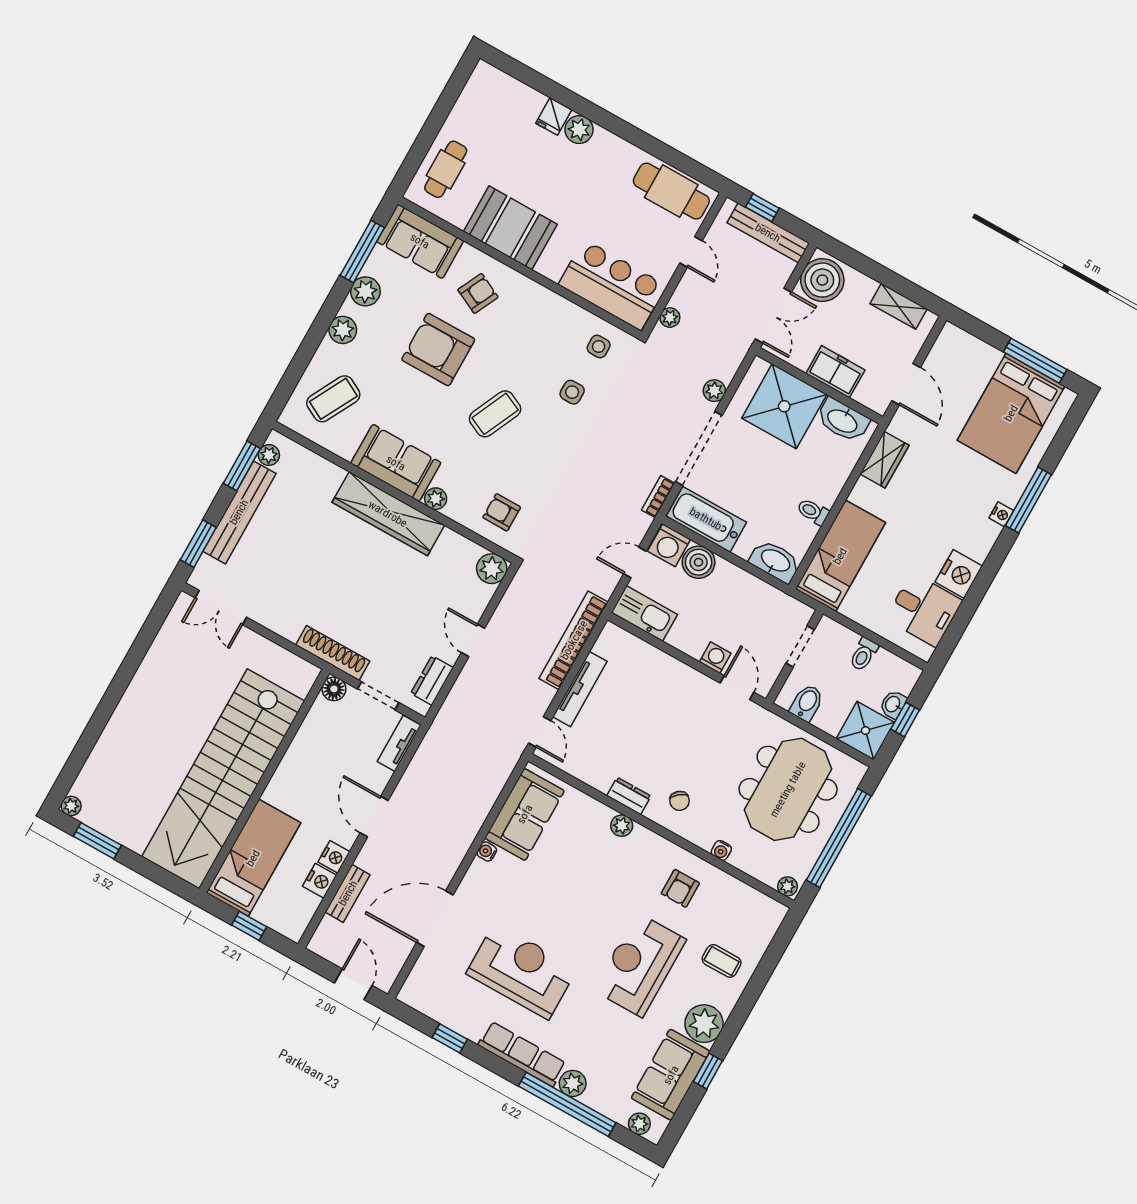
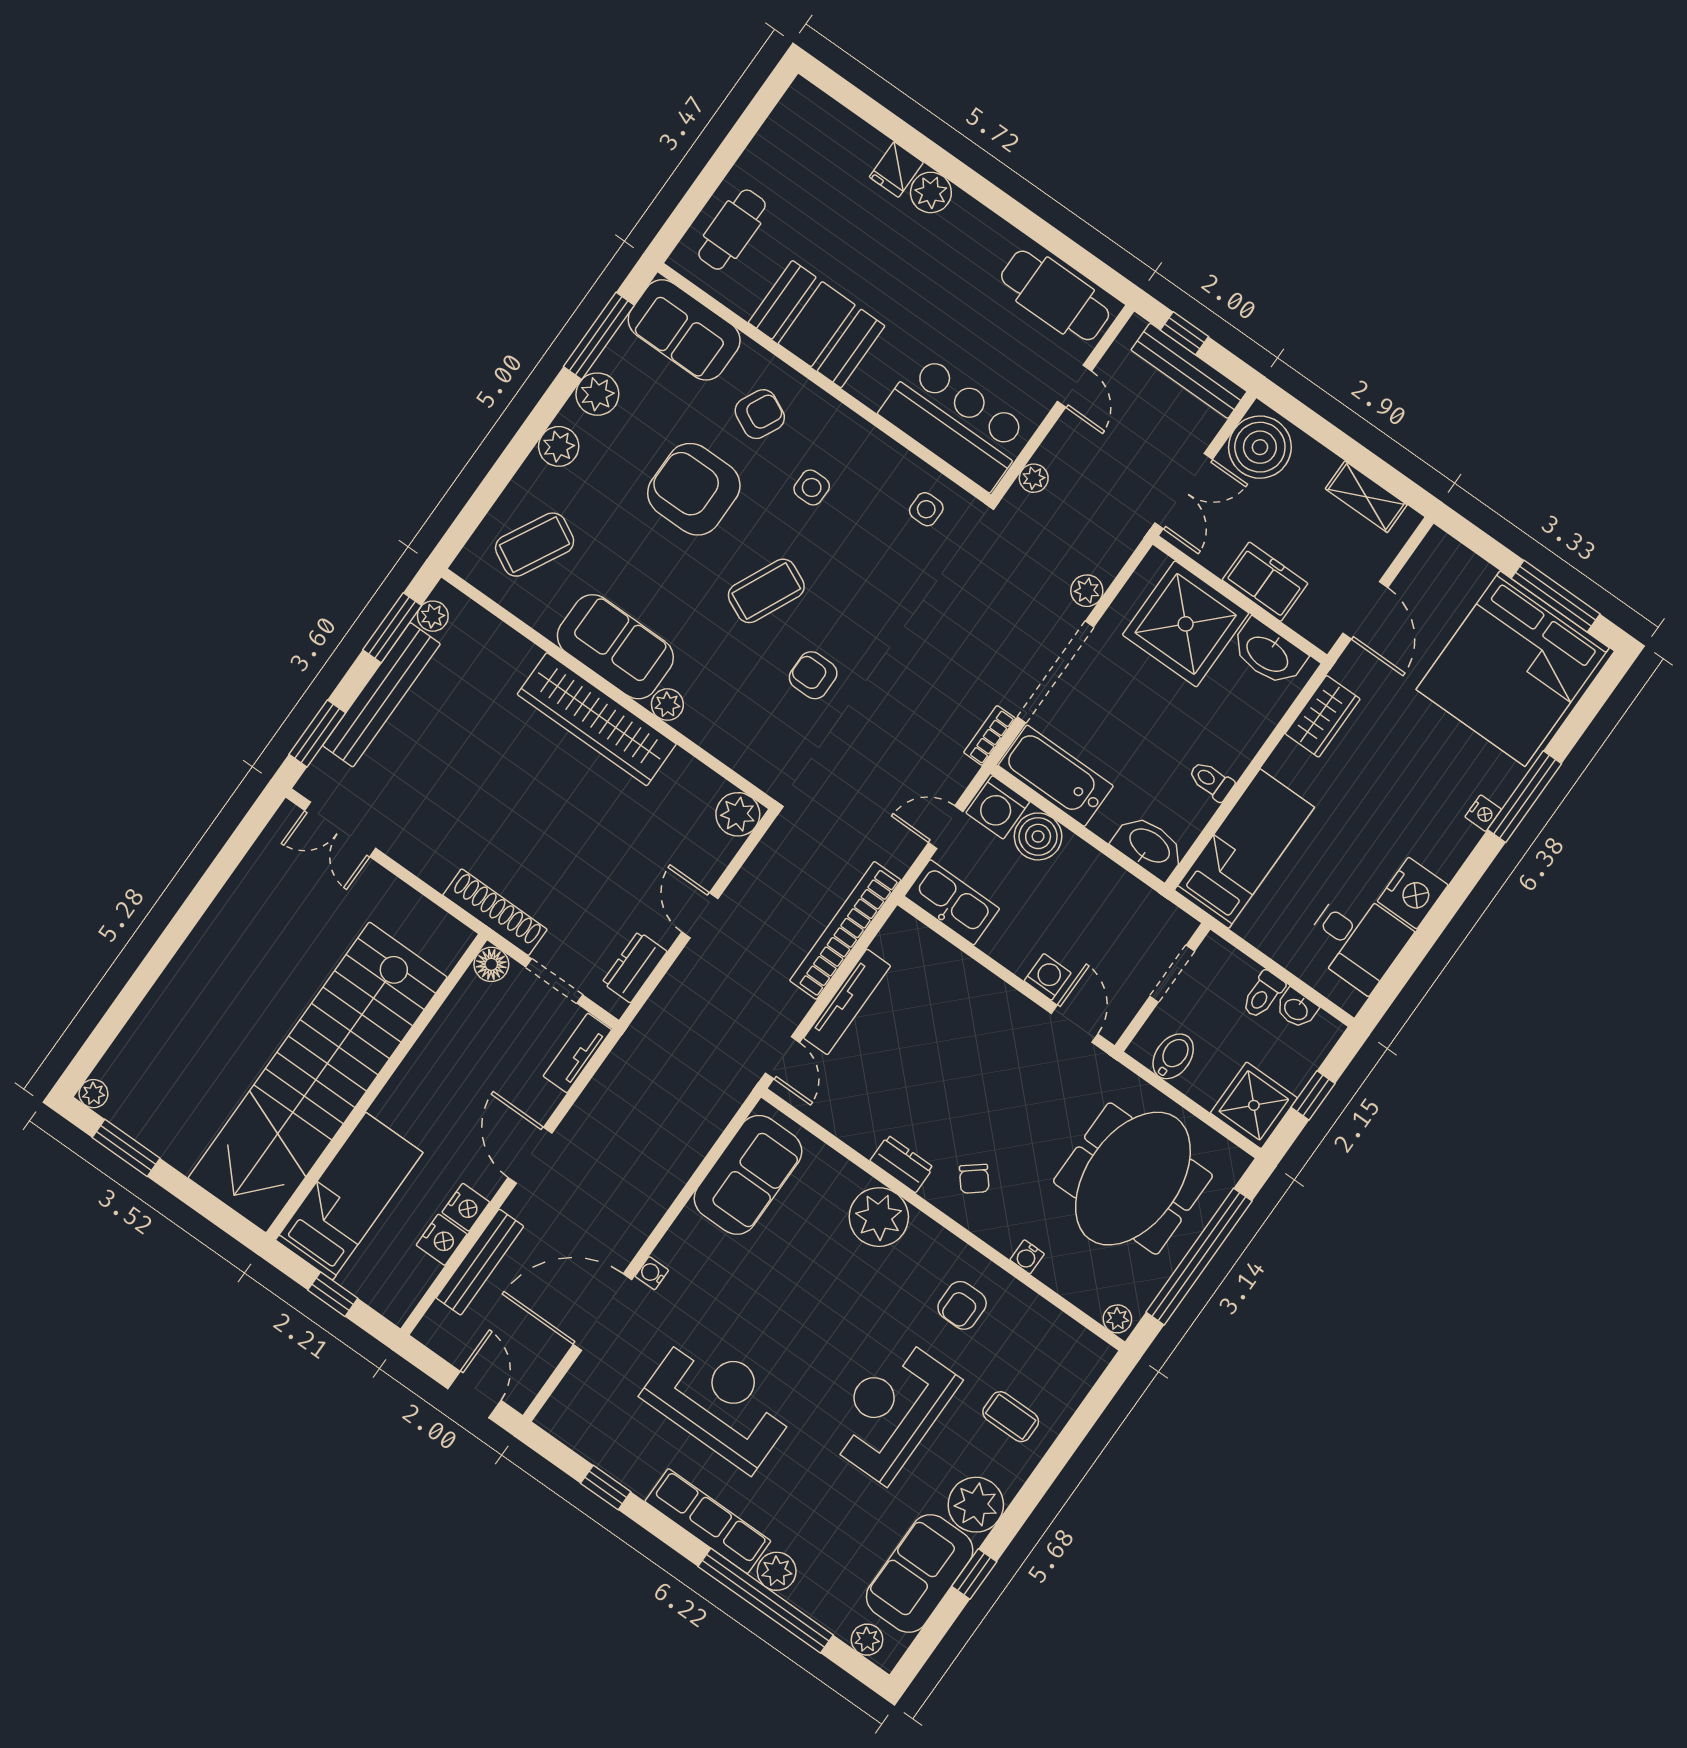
side table: (572, 392) -> (812, 487), moved
bed: (1011, 413) -> (1513, 669), width x1.36
armchair: (502, 512) -> (813, 675), moved
washbasin: (893, 704) -> (1296, 1009), moved, turned -90
plant: (622, 826) -> (879, 1217), width x1.88, depth x1.88
water cooler: (487, 851) -> (652, 1273), moved
bench: (348, 893) -> (480, 1262), width x1.36

